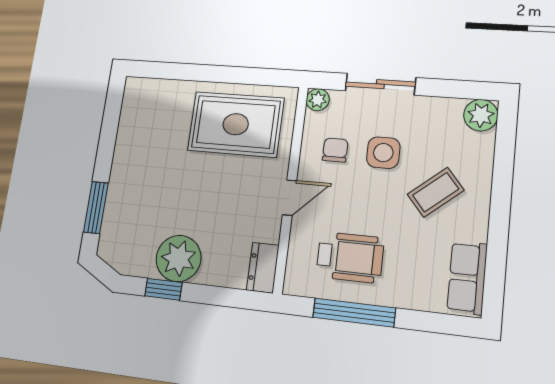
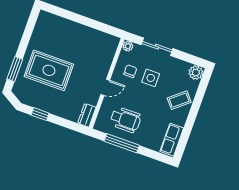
rug: (236, 124) -> (49, 70), moved
coffee table: (436, 192) -> (179, 100), moved
plant: (179, 258) -> (50, 102), removed

